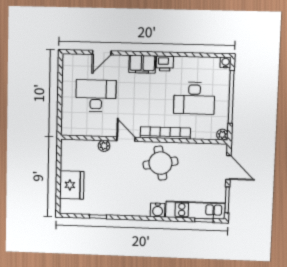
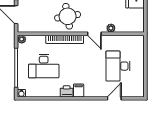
filing cabinet: (142, 64) -> (79, 90), width x0.50
desk: (96, 96) -> (118, 66), turned 90
desk: (194, 98) -> (44, 66), turned 180

